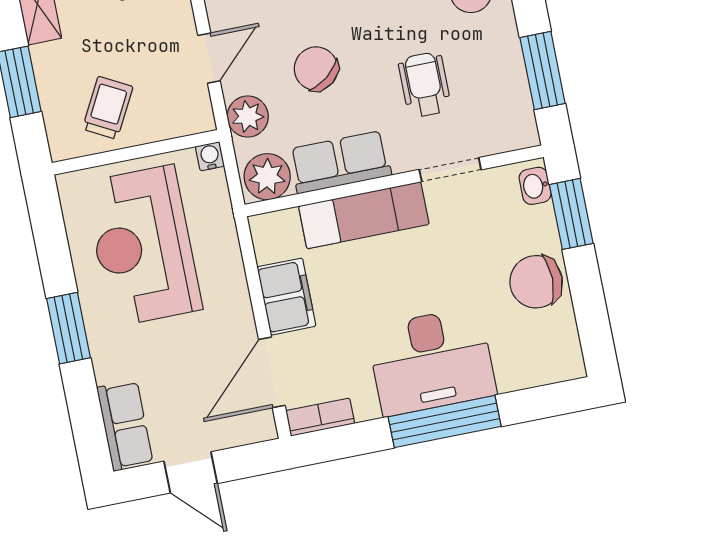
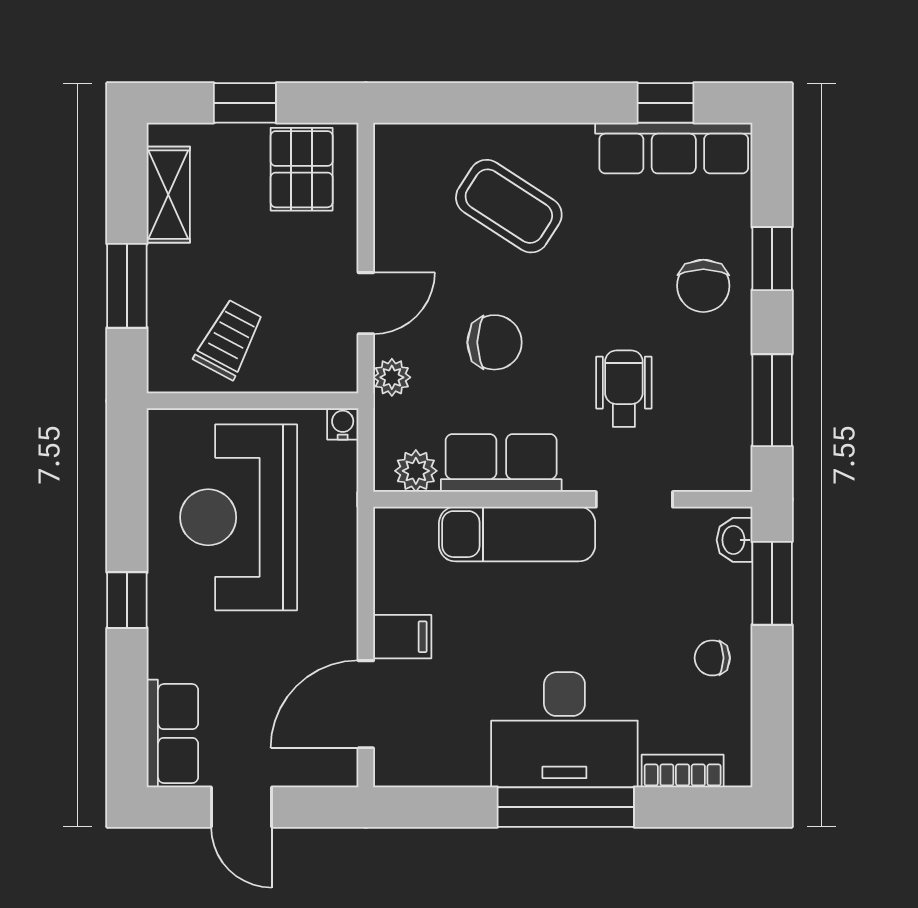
chair: (316, 69) -> (494, 342), turned 128
plant: (248, 117) -> (392, 377), width x0.73, depth x0.73
plant: (267, 177) -> (416, 471), width x0.73, depth x0.73
chair: (536, 282) -> (712, 658), width x0.54, depth x0.54
filing cabinet: (286, 297) -> (402, 637), width x0.50
window: (68, 328) -> (127, 600), width x0.67
bookcase: (320, 417) -> (683, 771), moved

